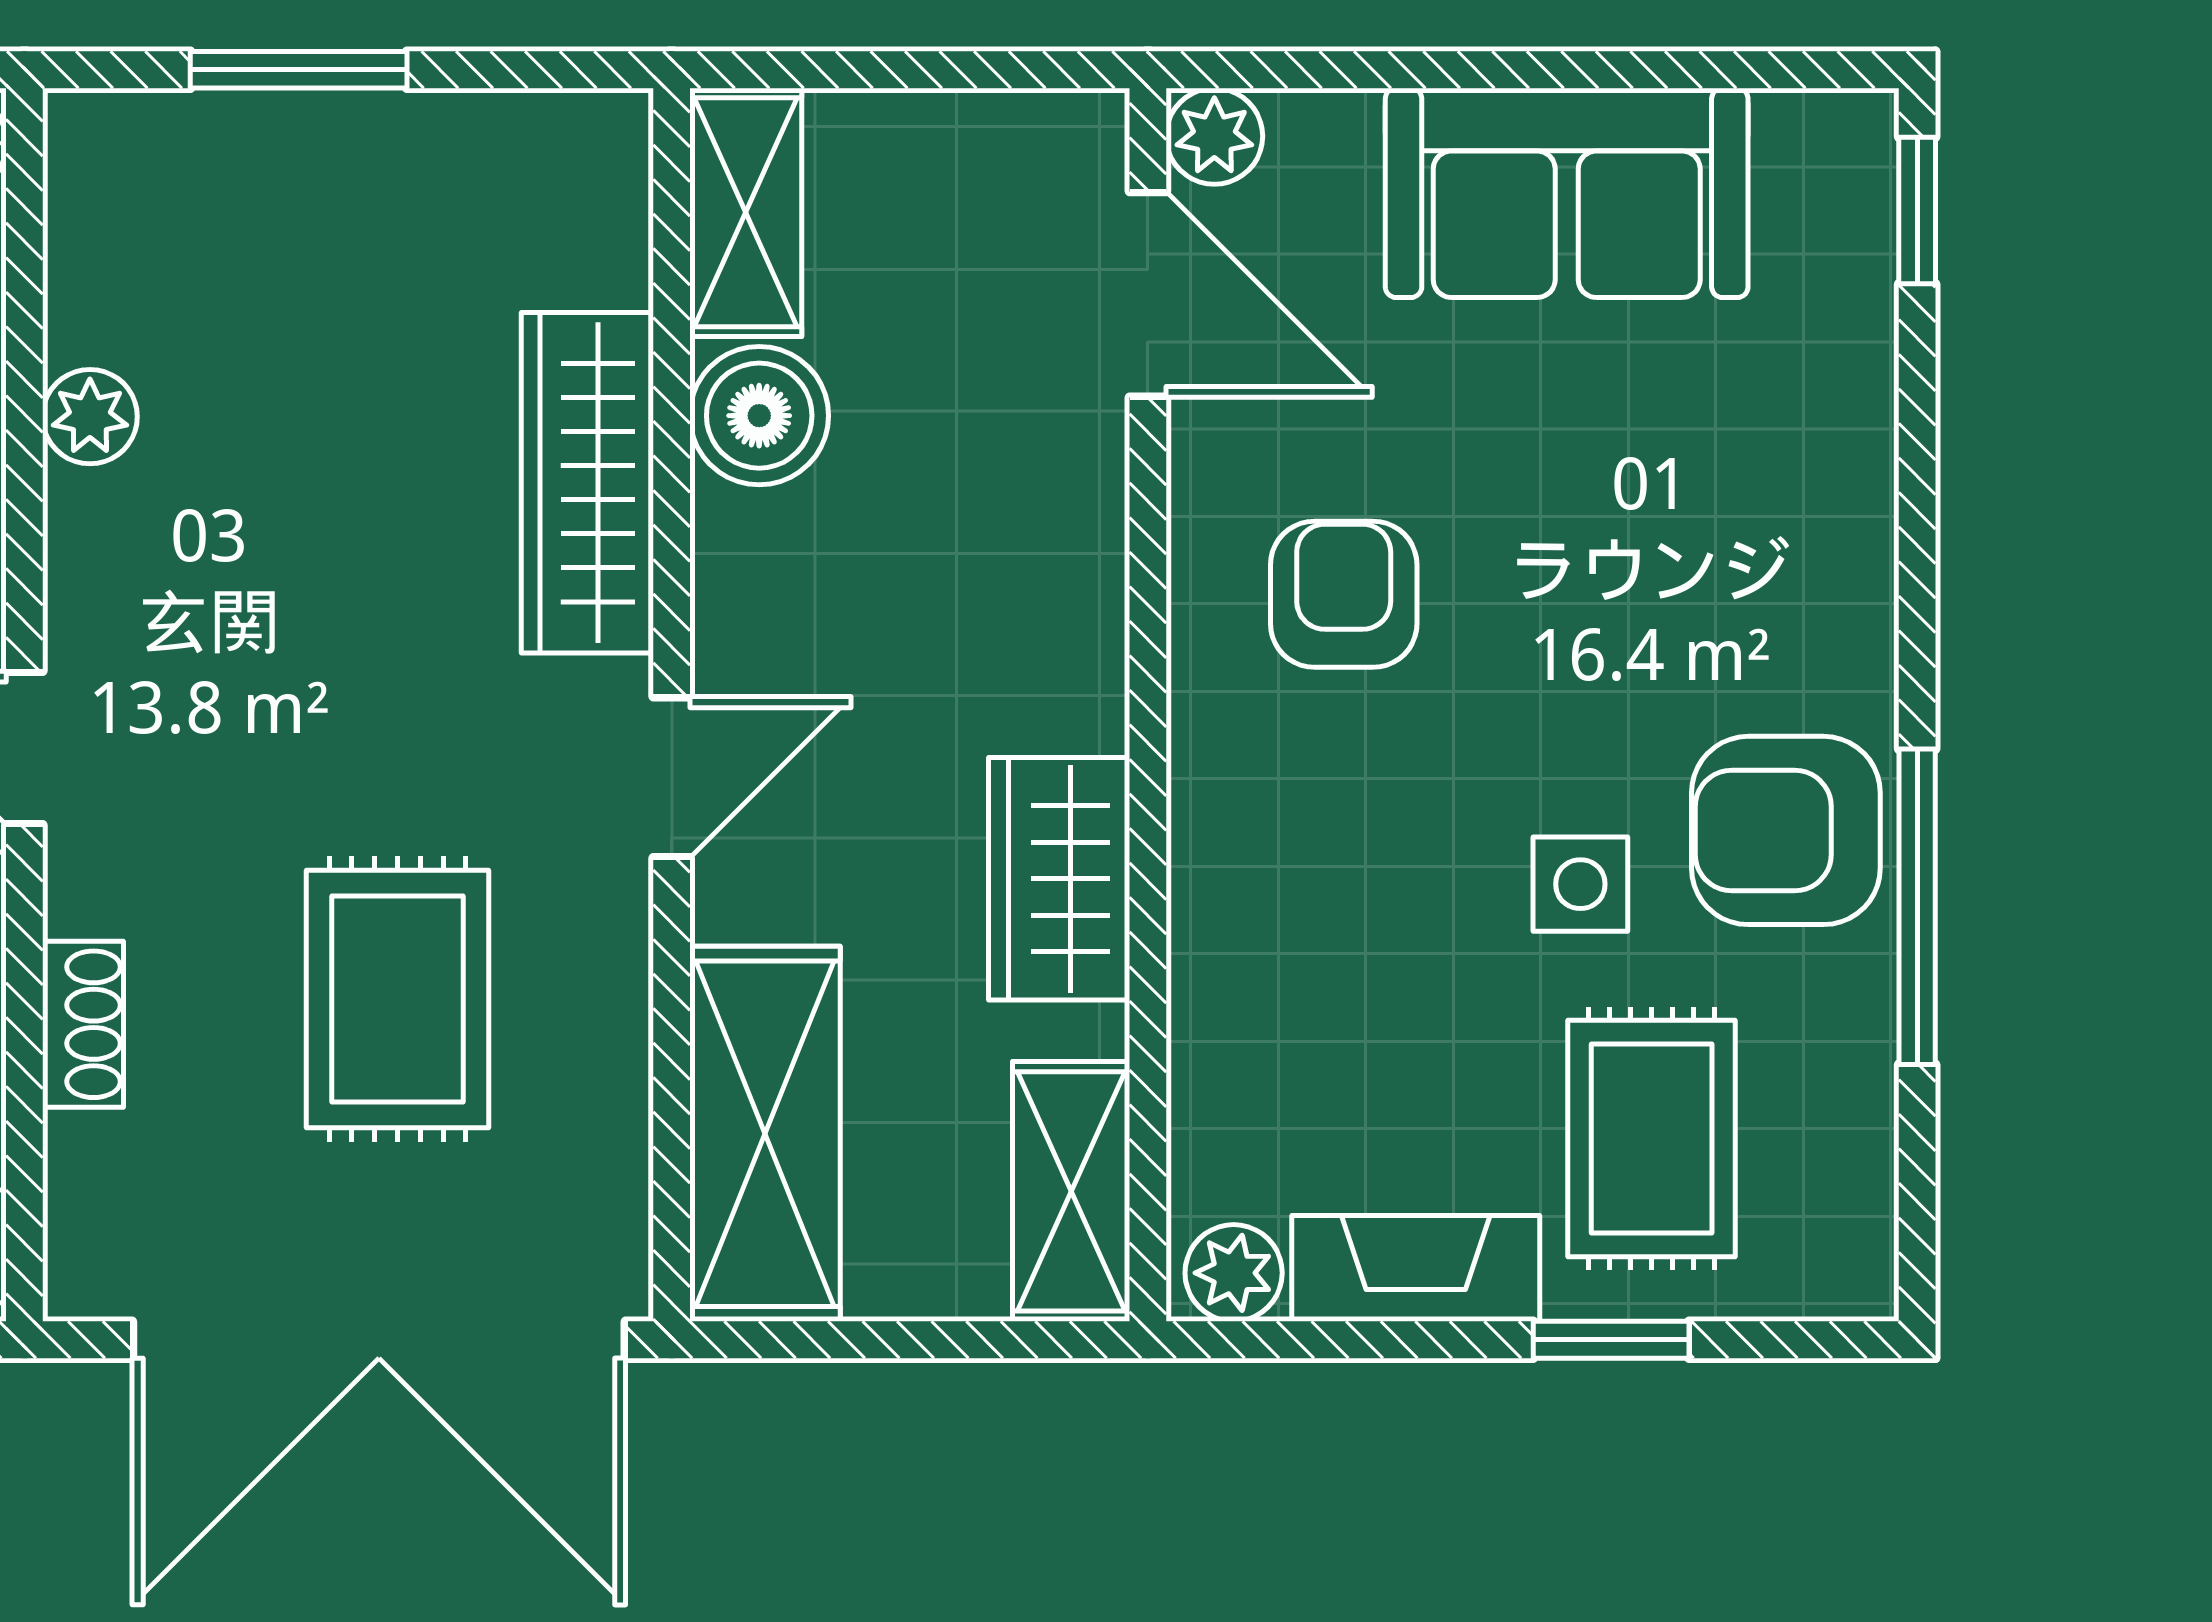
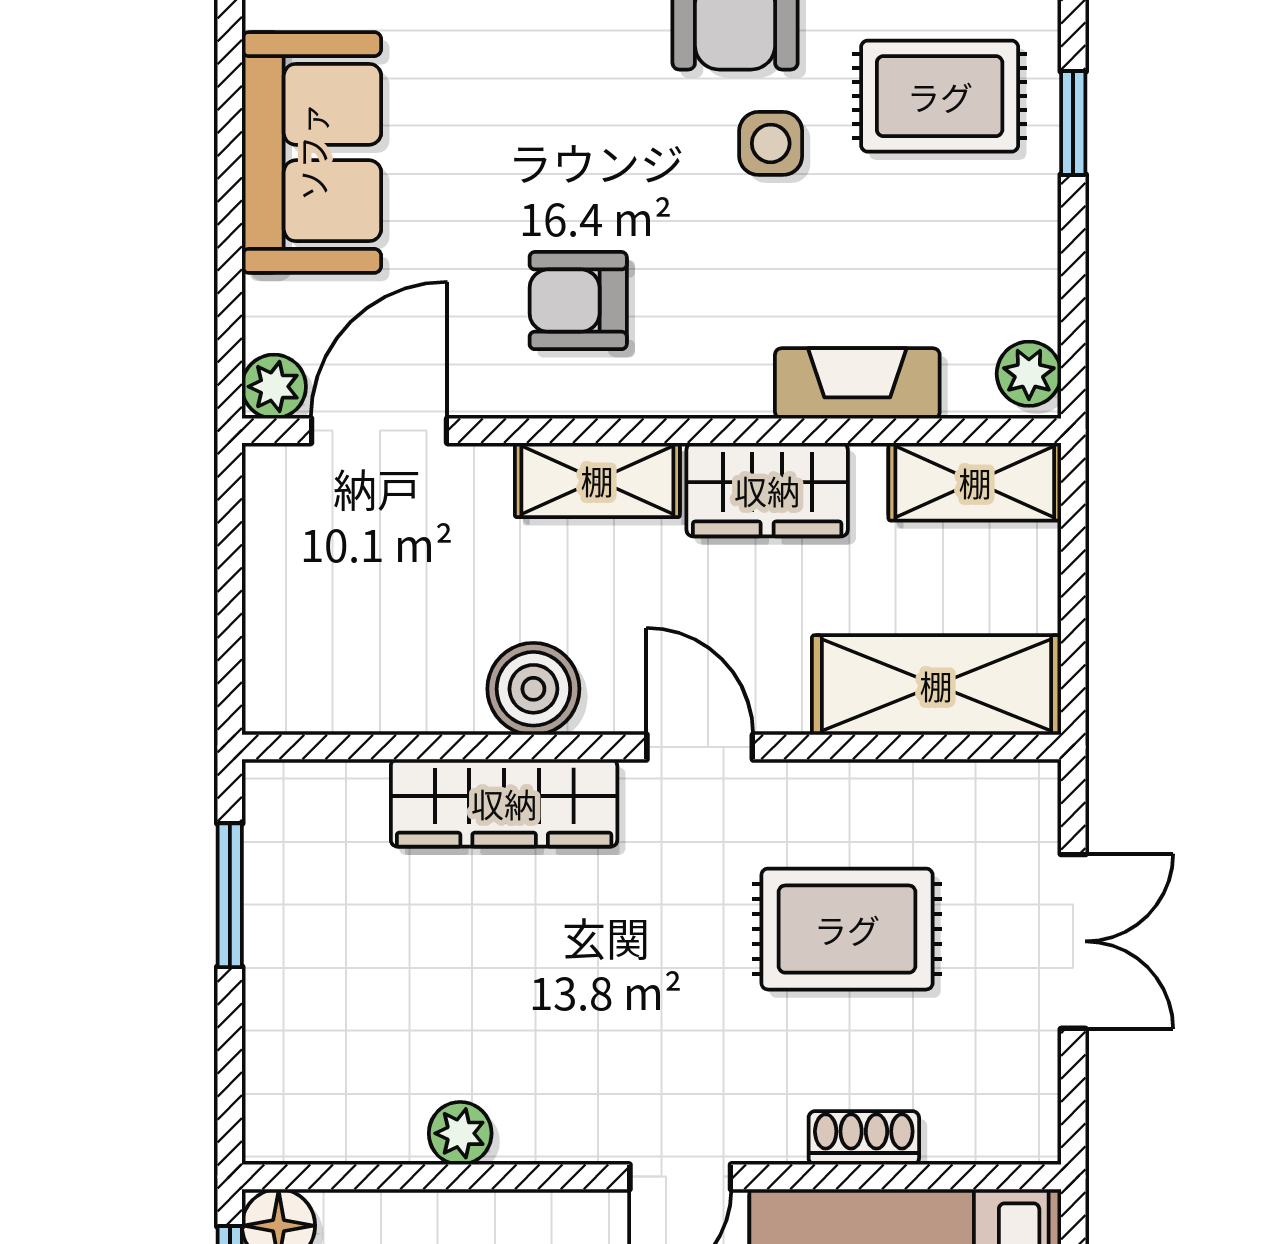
window: (299, 70) -> (230, 895), moved
shelving: (746, 212) -> (597, 480), moved
boiler: (759, 416) -> (533, 689), moved
fireplace: (1416, 1268) -> (857, 383), moved, turned 90
double door: (379, 1340) -> (1073, 941), width x0.54

